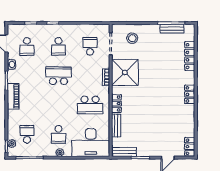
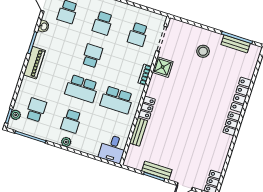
stool: (132, 38) -> (203, 51), moved
school desk: (90, 46) -> (138, 34), turned 180
locker: (190, 56) -> (241, 95), moved
shower: (125, 73) -> (163, 67), width x0.54, depth x0.54
school desk: (58, 76) -> (92, 56), width x0.54
school desk: (58, 105) -> (82, 89), added
desk: (91, 143) -> (113, 149), width x0.53, depth x0.77
bench: (124, 152) -> (157, 170), moved

